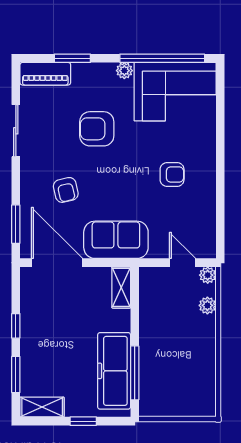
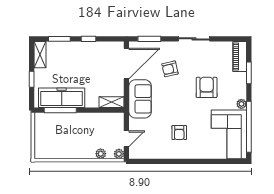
sliding door: (16, 131) -> (194, 39), moved

